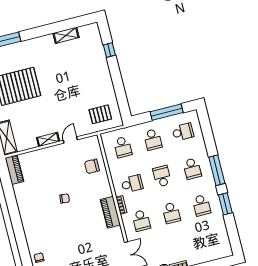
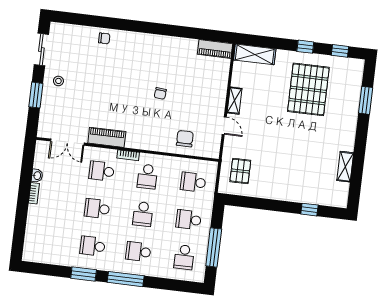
school desk: (162, 176) -> (143, 214), turned 90
piano: (110, 212) -> (107, 137), moved

